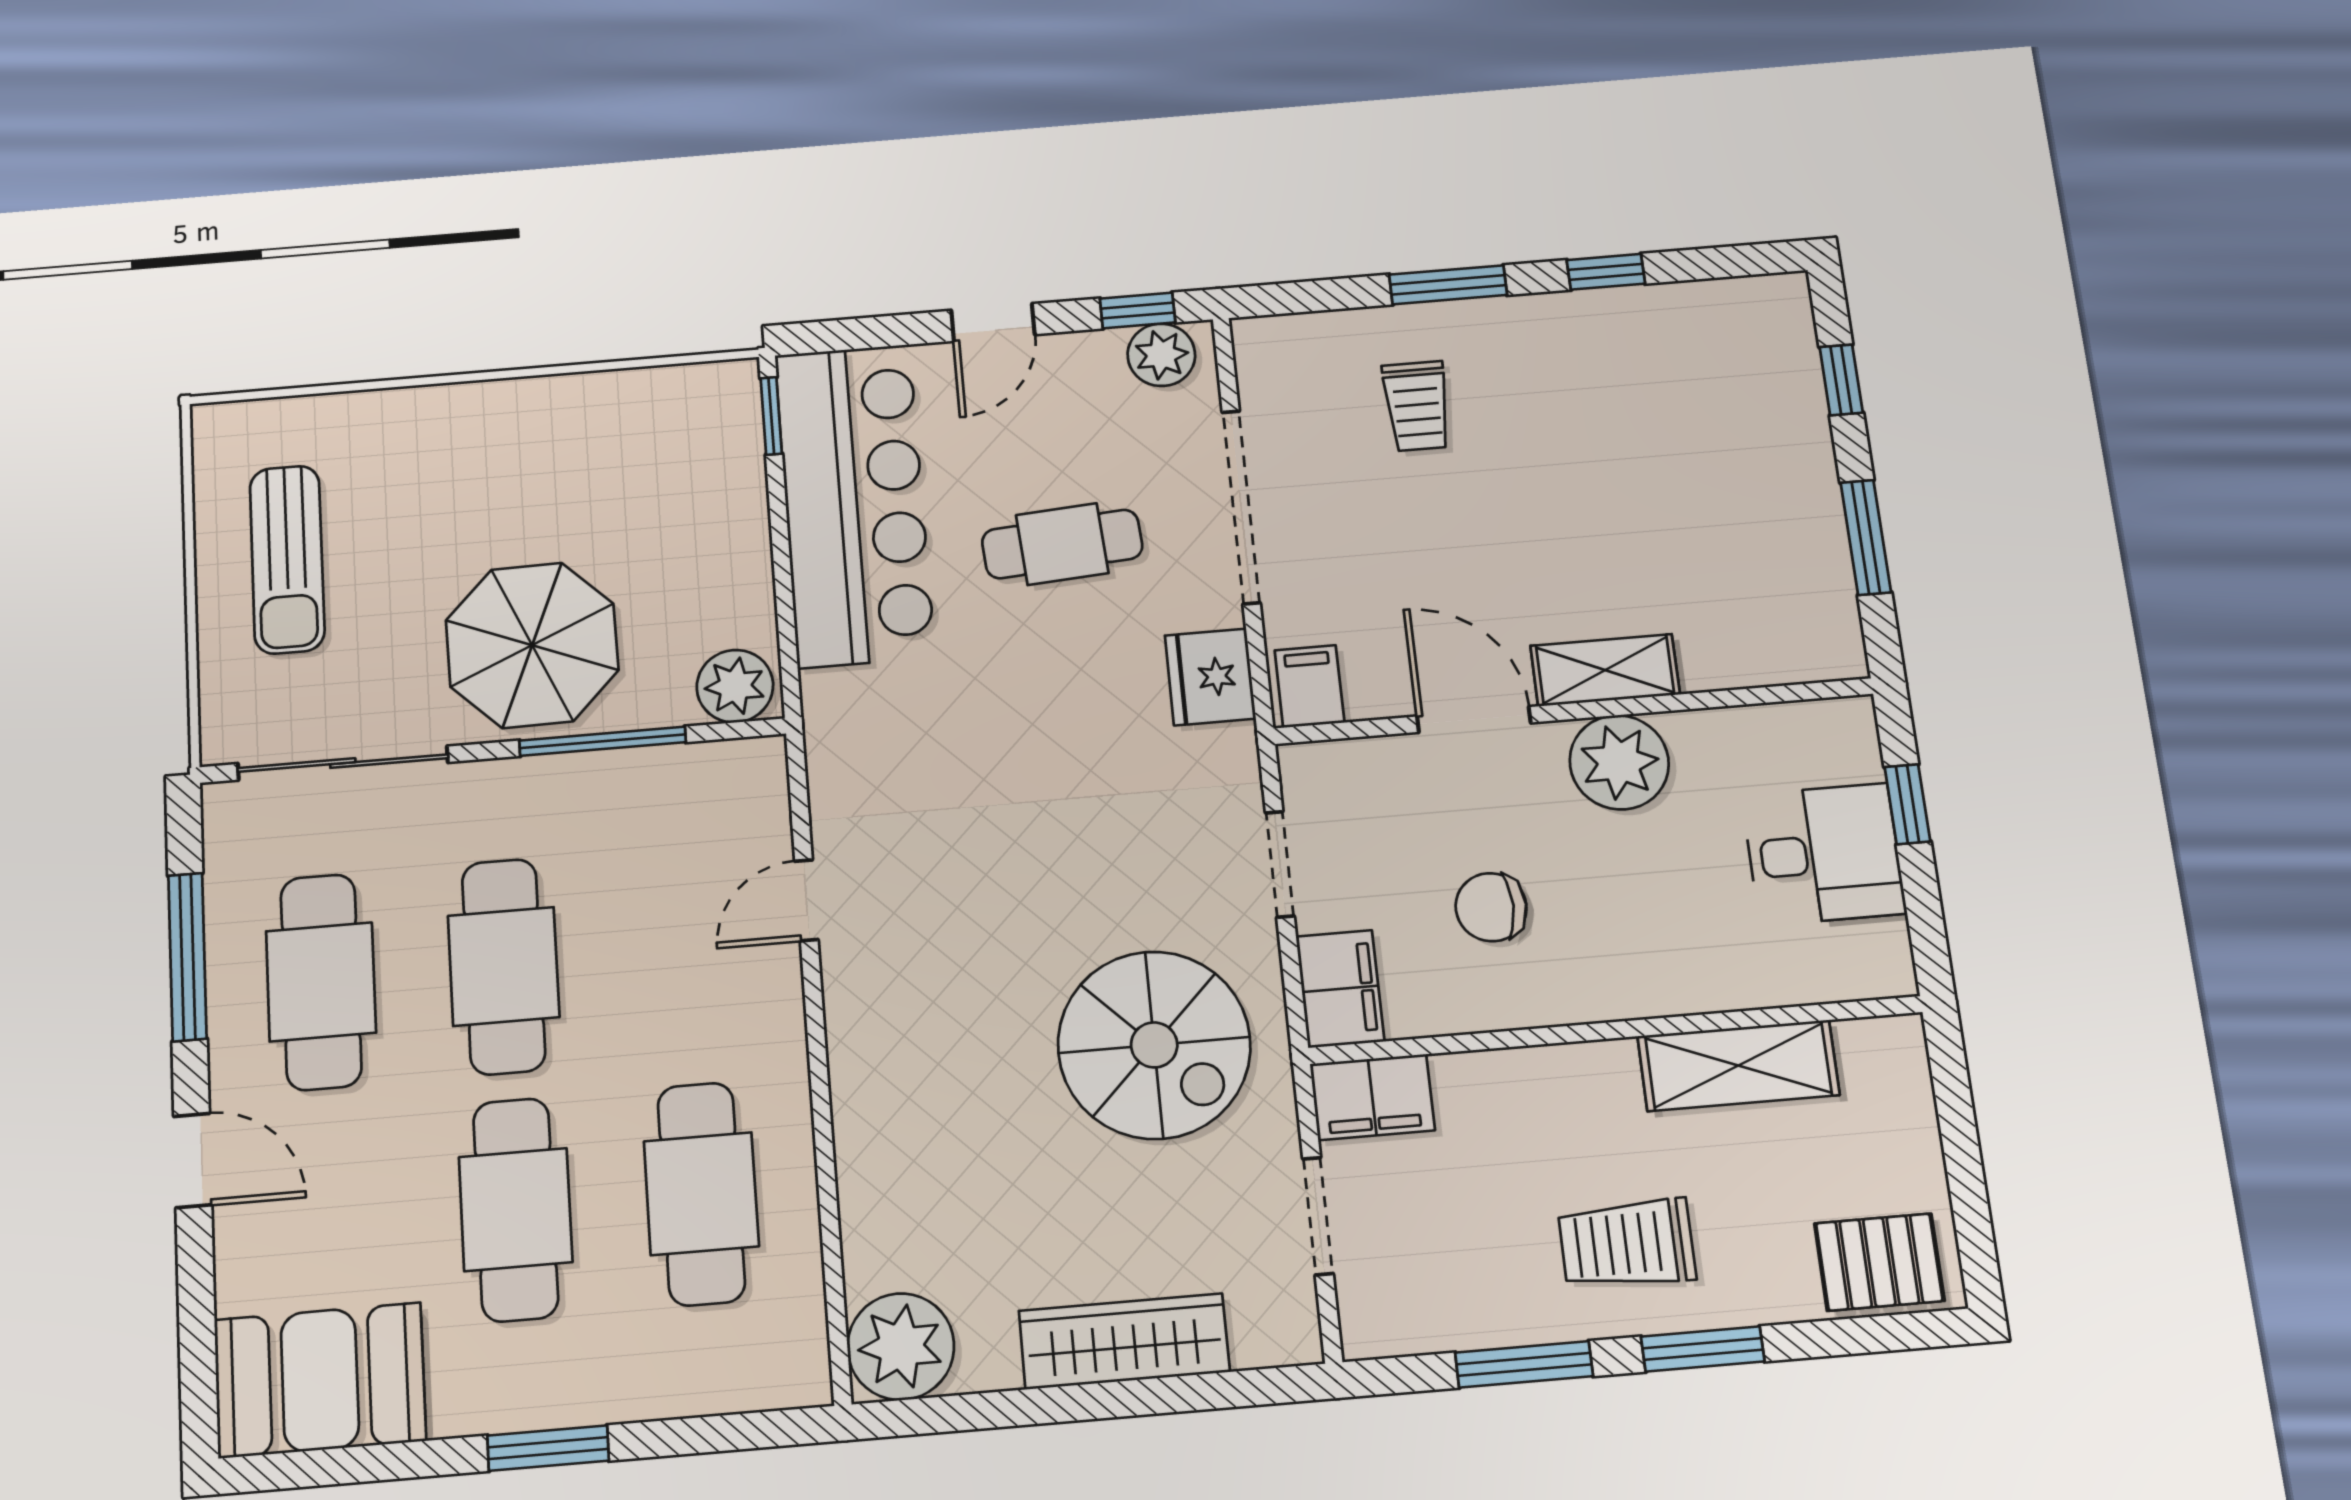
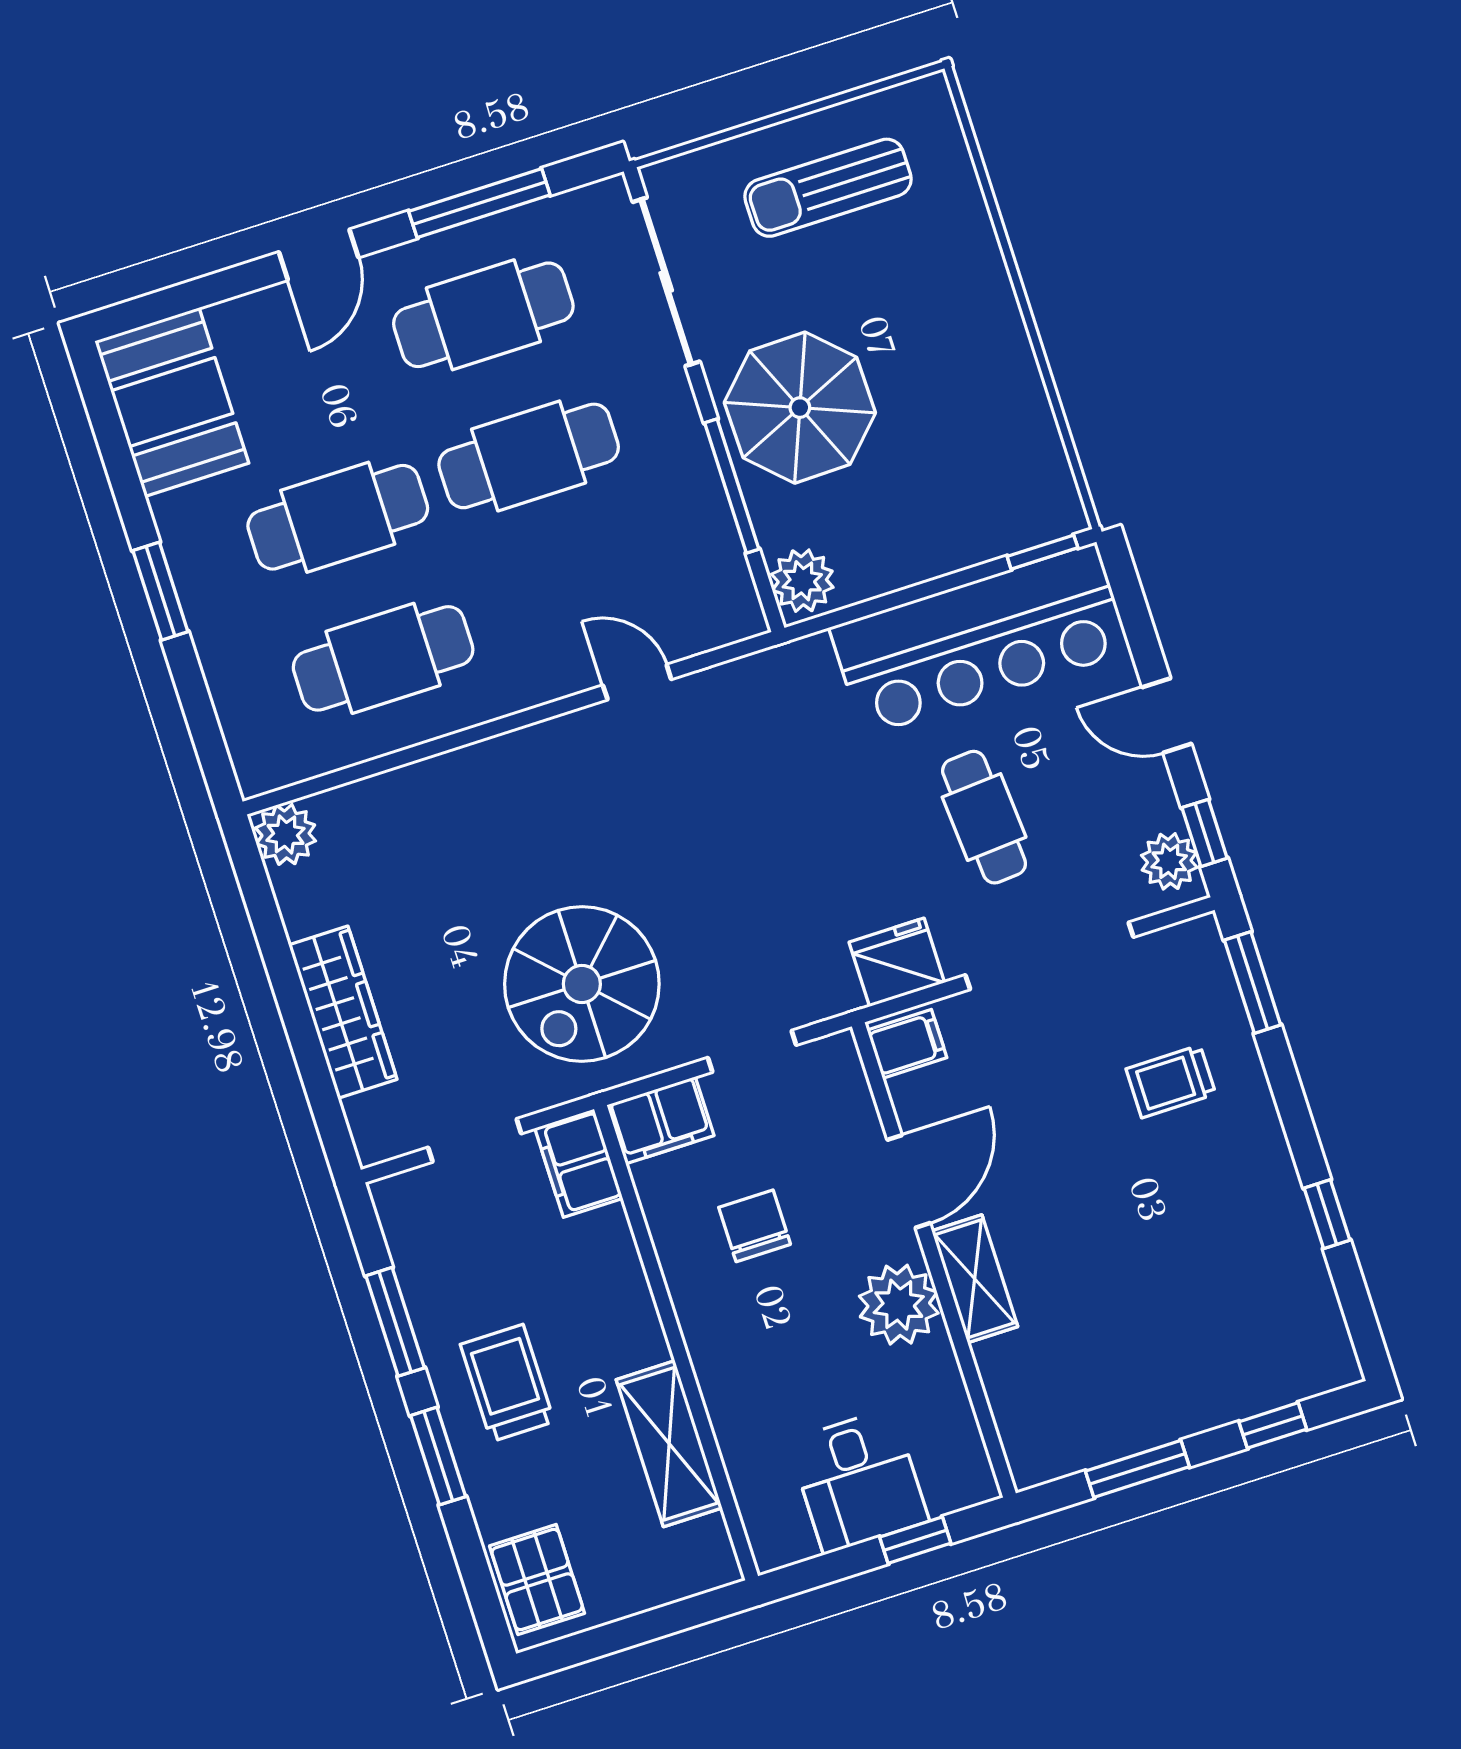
window: (1448, 285) -> (1253, 983), moved
plant: (901, 1347) -> (285, 834), width x0.73, depth x0.73

